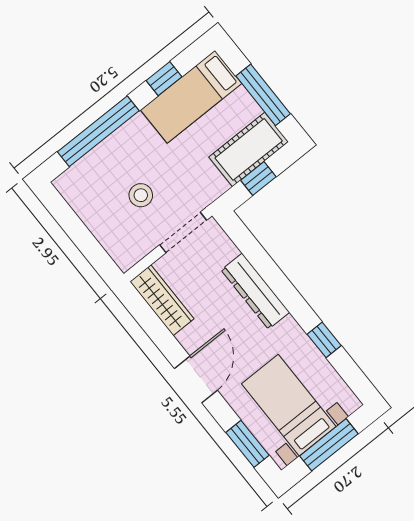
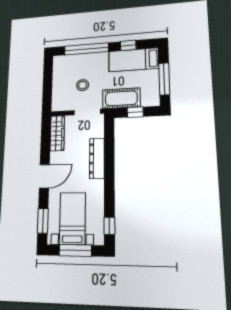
cot: (249, 149) -> (121, 98), moved
window: (324, 340) -> (109, 226), moved

